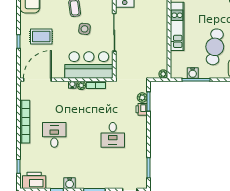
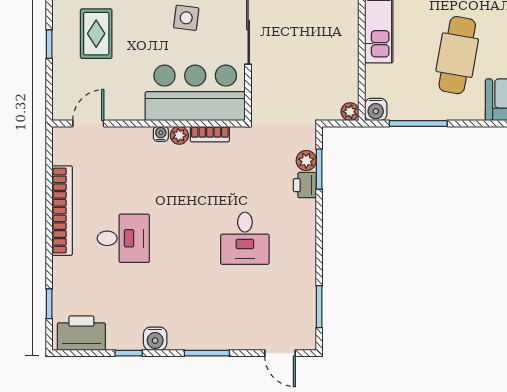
rug: (41, 36) -> (96, 34), turned 90
water cooler: (193, 73) -> (376, 109), moved
door: (37, 80) -> (88, 123), width x0.53
desk: (54, 135) -> (123, 238), turned 90

